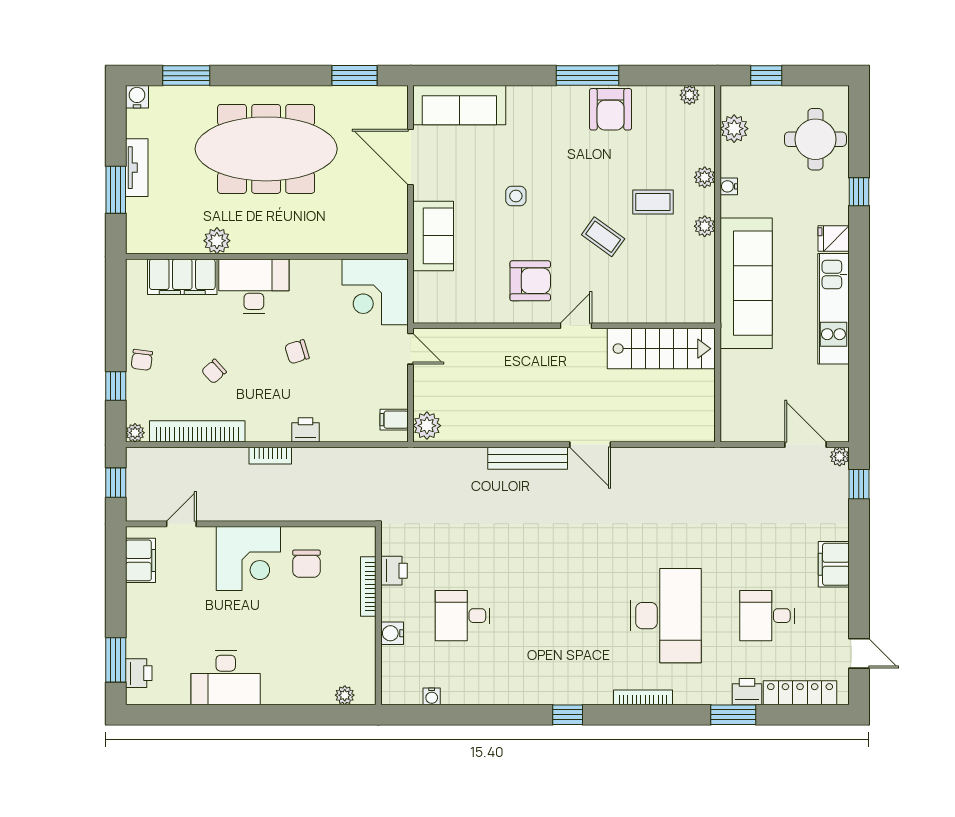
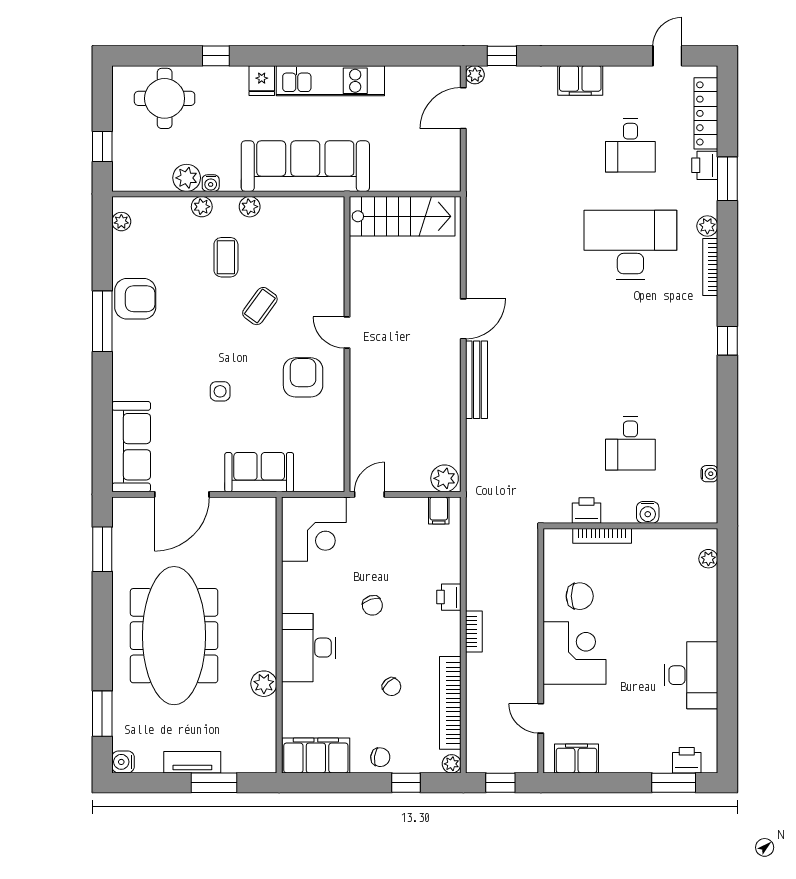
plant: (734, 129) -> (187, 178), moved
filing cabinet: (182, 277) -> (316, 756), moved, turned -90
stairs: (661, 349) -> (402, 216), moved, turned 90
plant: (685, 694) -> (707, 226), added

